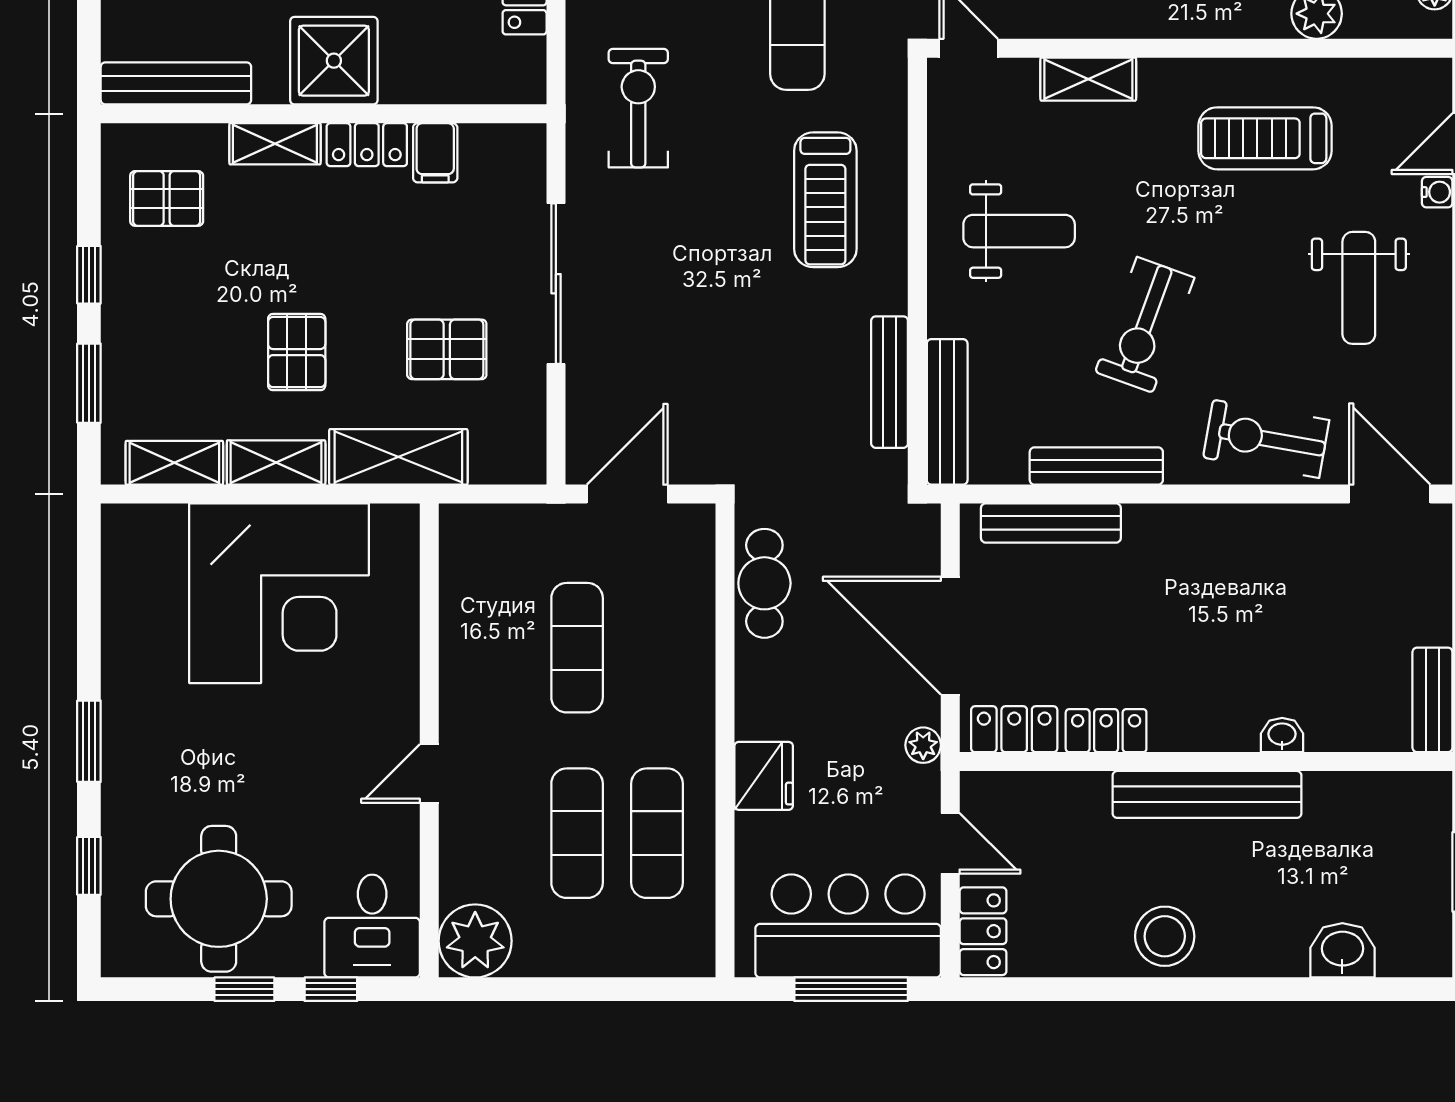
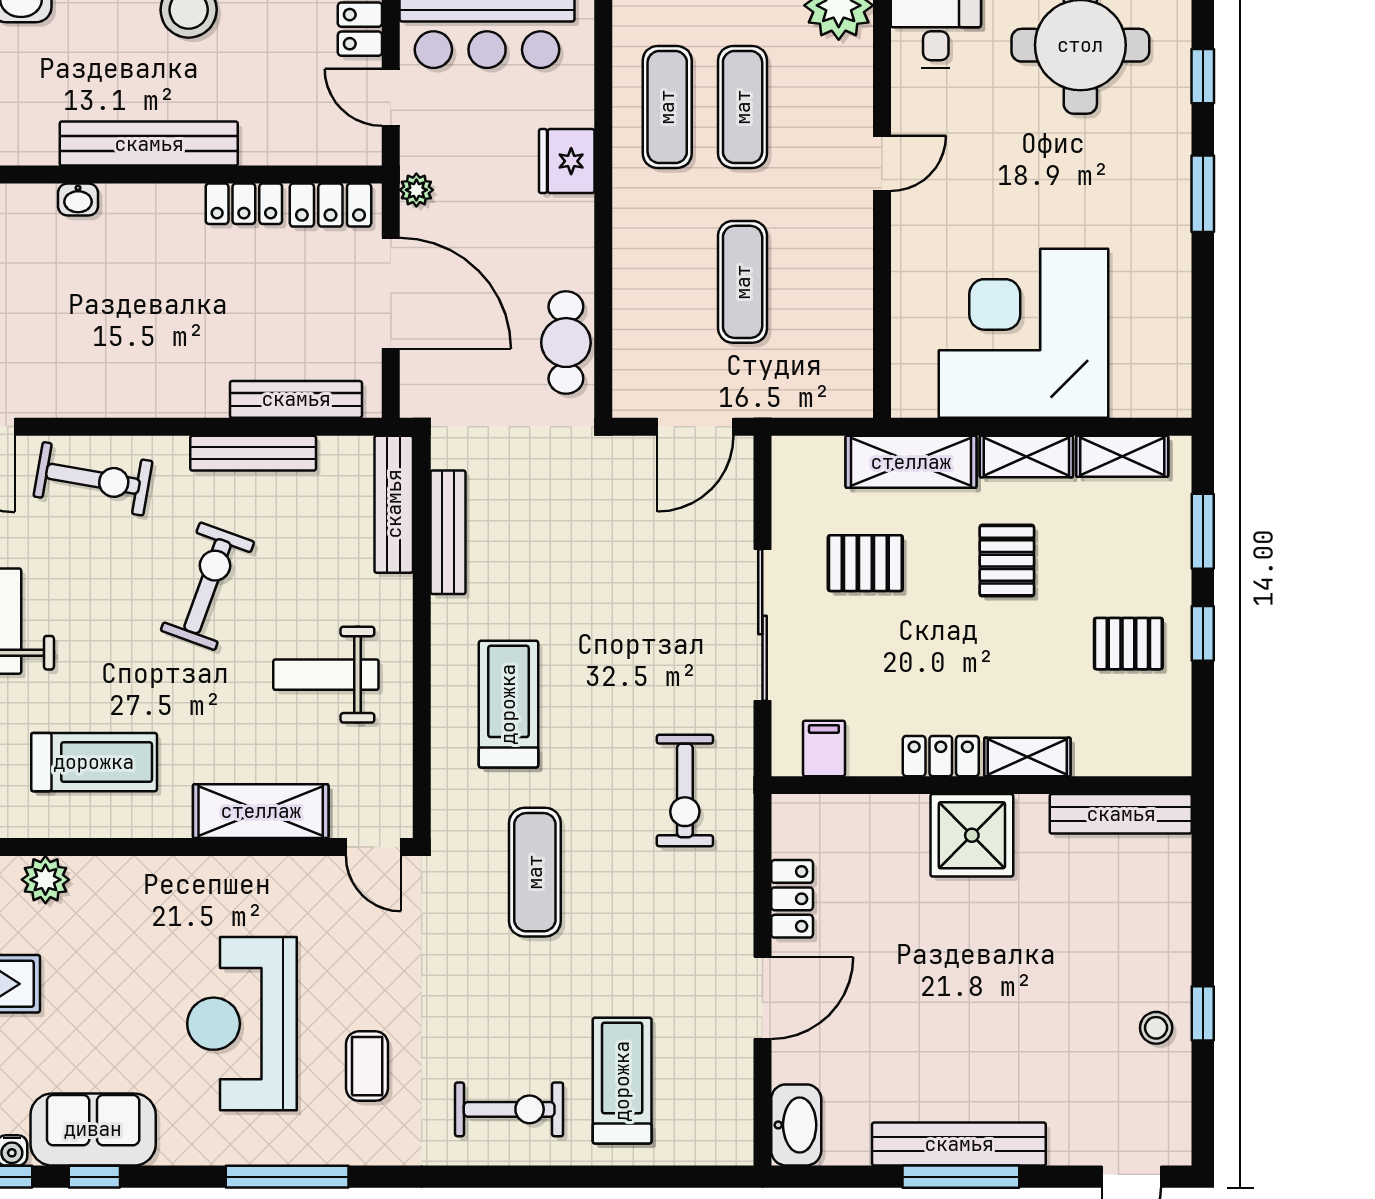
shelving: (1088, 79) -> (261, 811), width x1.50, depth x1.33
filing cabinet: (435, 153) -> (824, 748), moved
pallet: (167, 198) -> (1128, 644), moved

